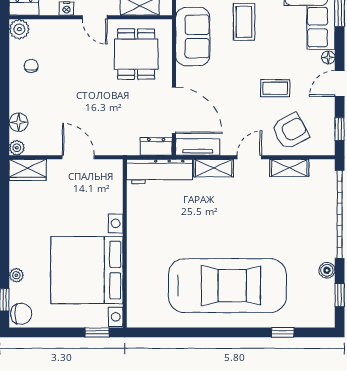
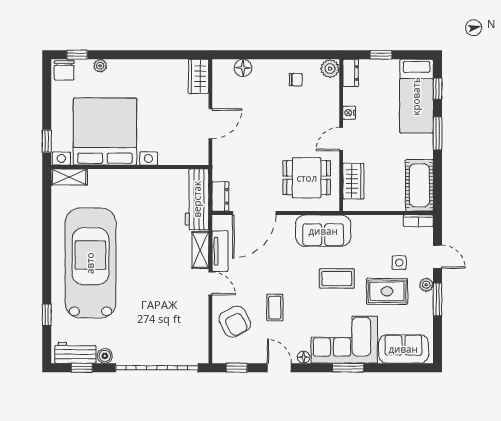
tv unit: (198, 147) -> (220, 251), moved
plant: (17, 148) -> (219, 66), removed
shelving: (289, 168) -> (69, 177), moved, turned 90
car: (227, 286) -> (90, 263), turned 180
workbench: (324, 302) -> (75, 353), added

